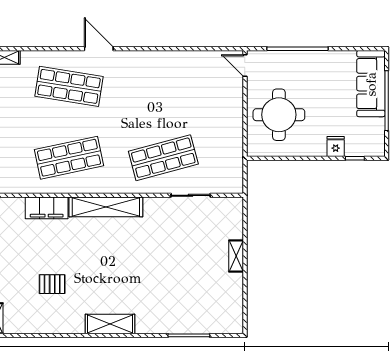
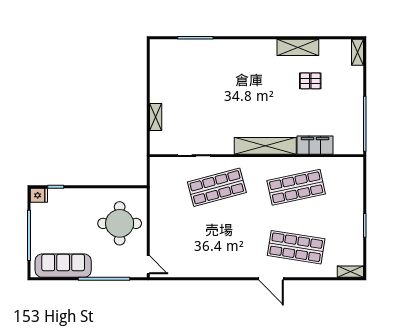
sofa: (371, 84) -> (63, 266), moved, turned -90
fridge: (336, 146) -> (39, 195), moved, turned -90
shelving: (236, 256) -> (156, 117), moved
shelving: (110, 324) -> (298, 47), moved

